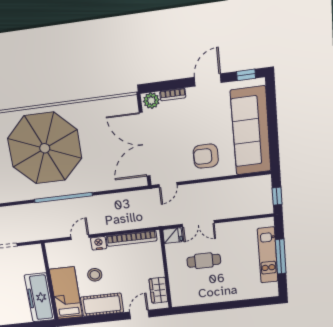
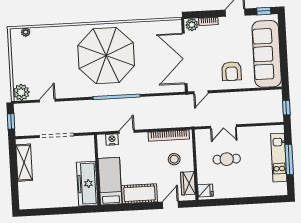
armchair: (206, 156) -> (232, 71), turned -90
fridge: (173, 236) -> (205, 191), moved
nightstand: (99, 243) -> (112, 140), moved
stool: (95, 275) -> (174, 159), moved

